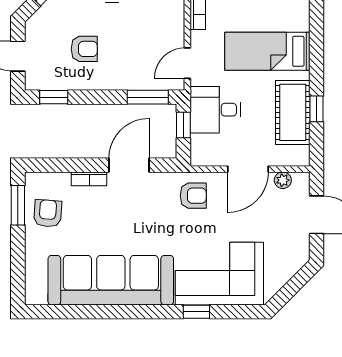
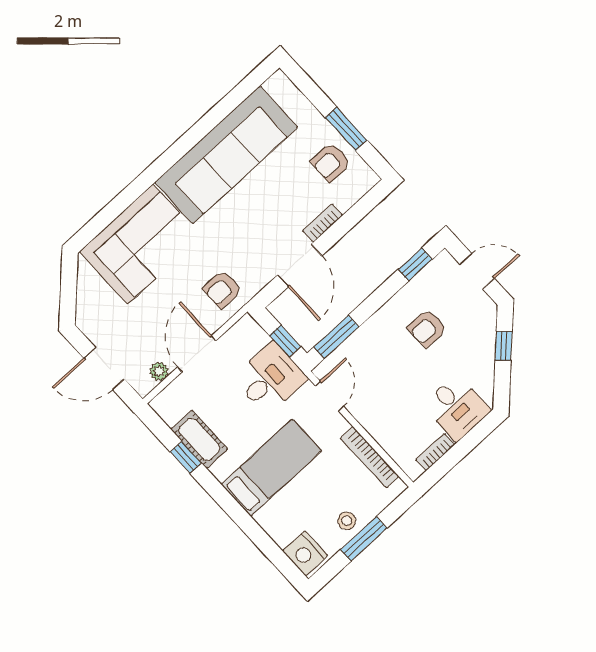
cot: (293, 112) -> (199, 439), width x0.73, depth x0.75
window: (18, 205) -> (346, 129), moved
armchair: (48, 213) -> (331, 162), turned 86
window: (196, 312) -> (130, 194), removed

